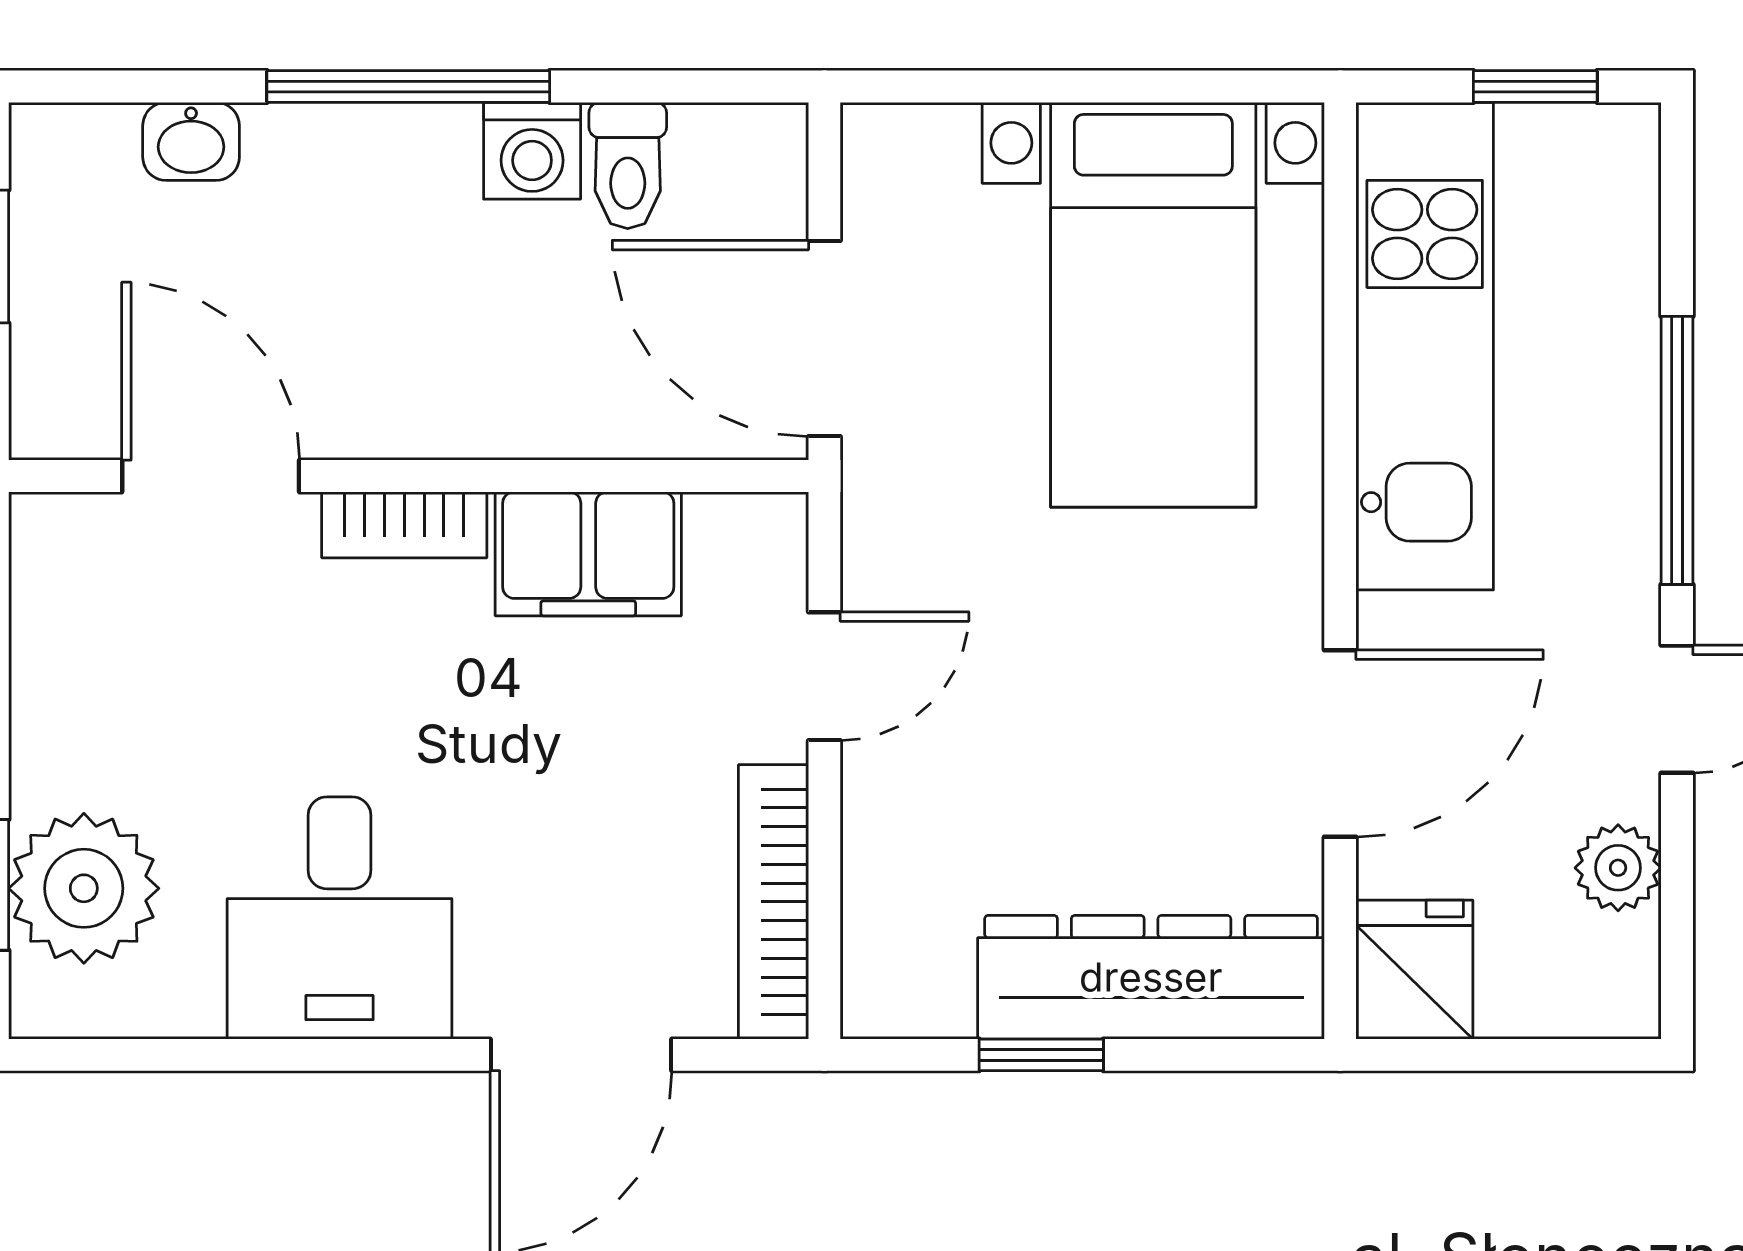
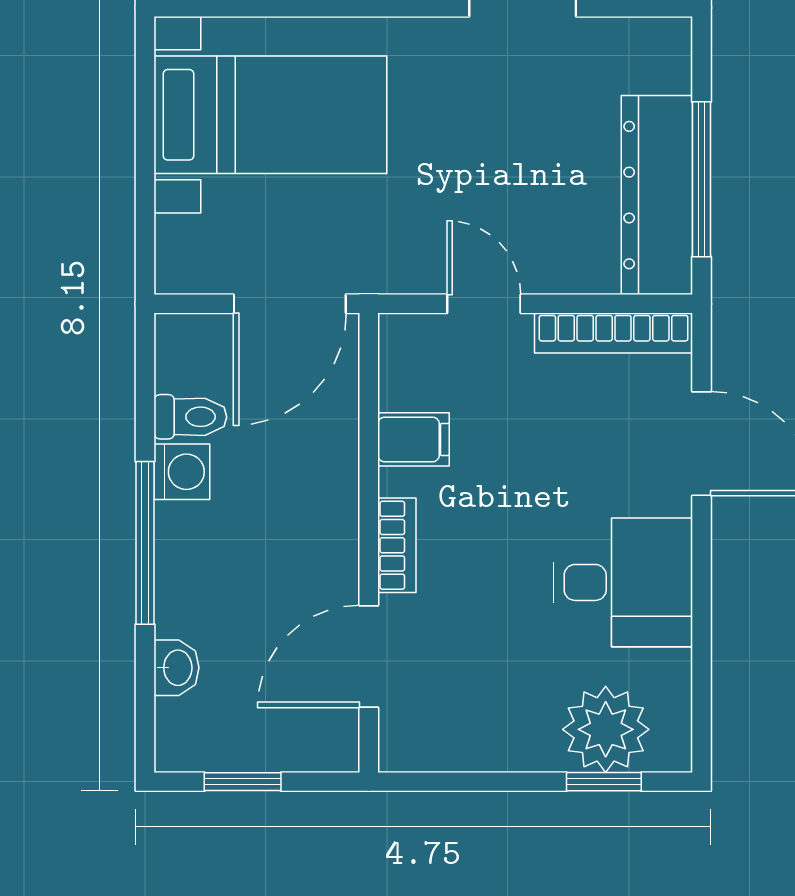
filing cabinet: (588, 554) -> (414, 439), width x0.50
dresser: (1151, 977) -> (657, 195), moved
window: (1041, 1055) -> (701, 179), width x2.17

